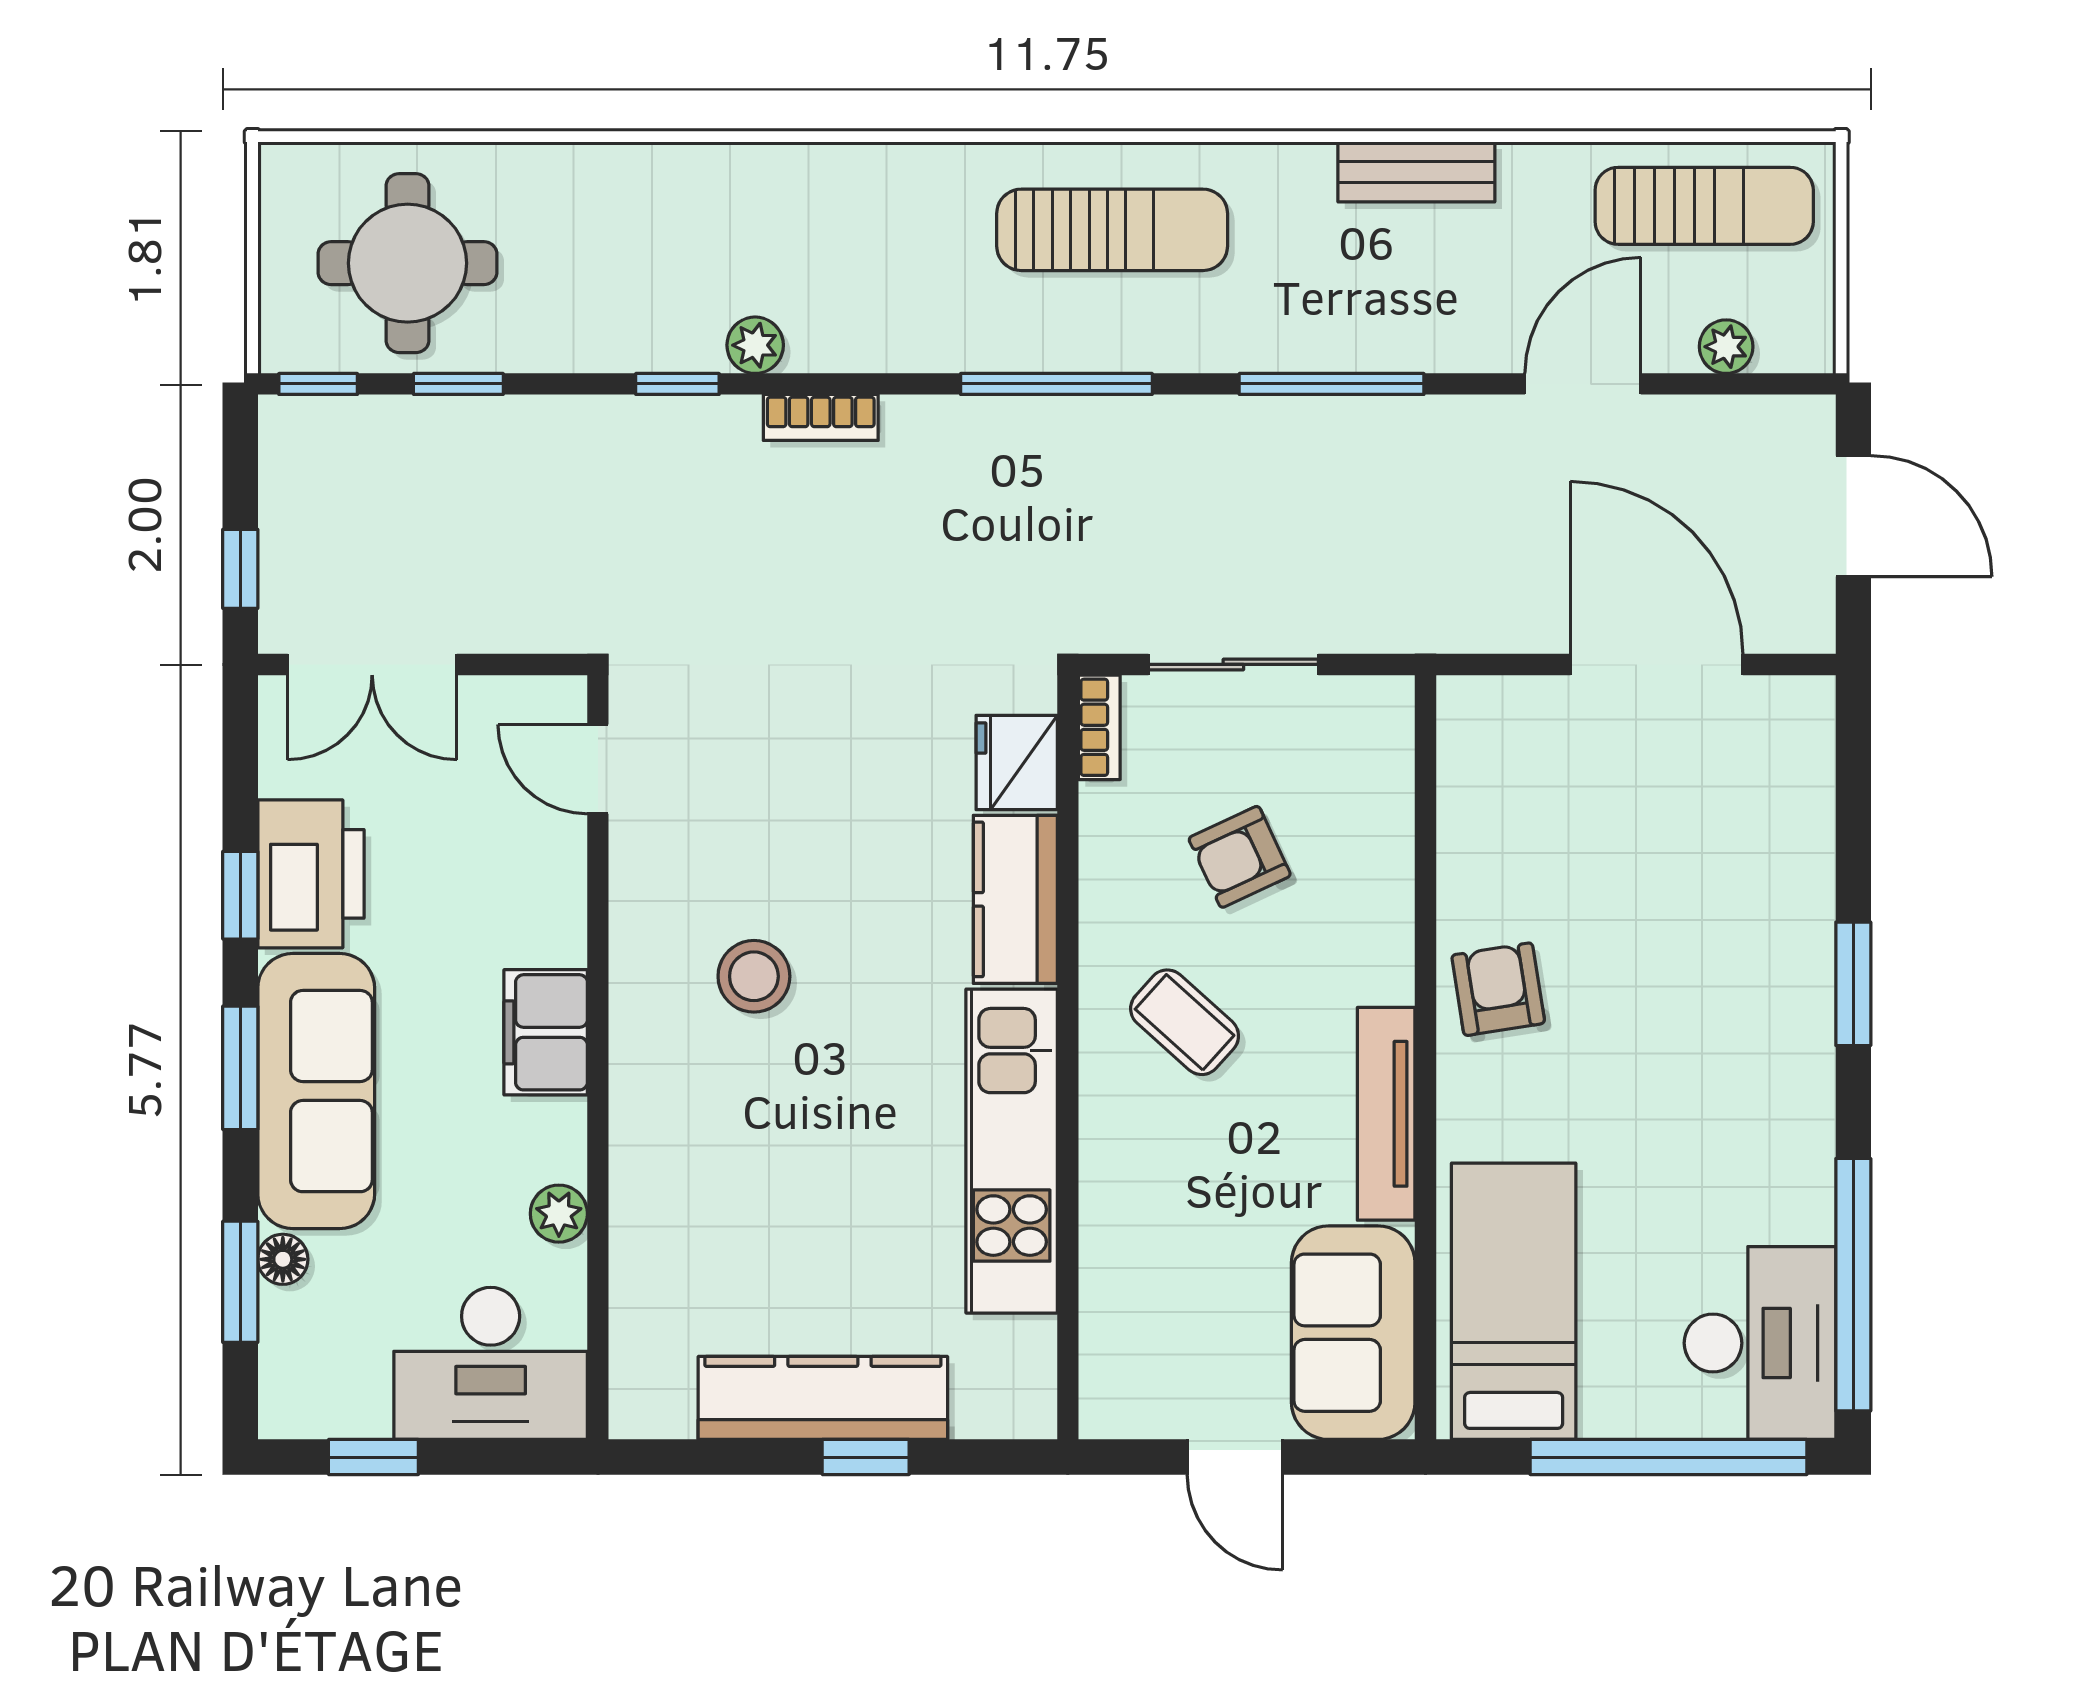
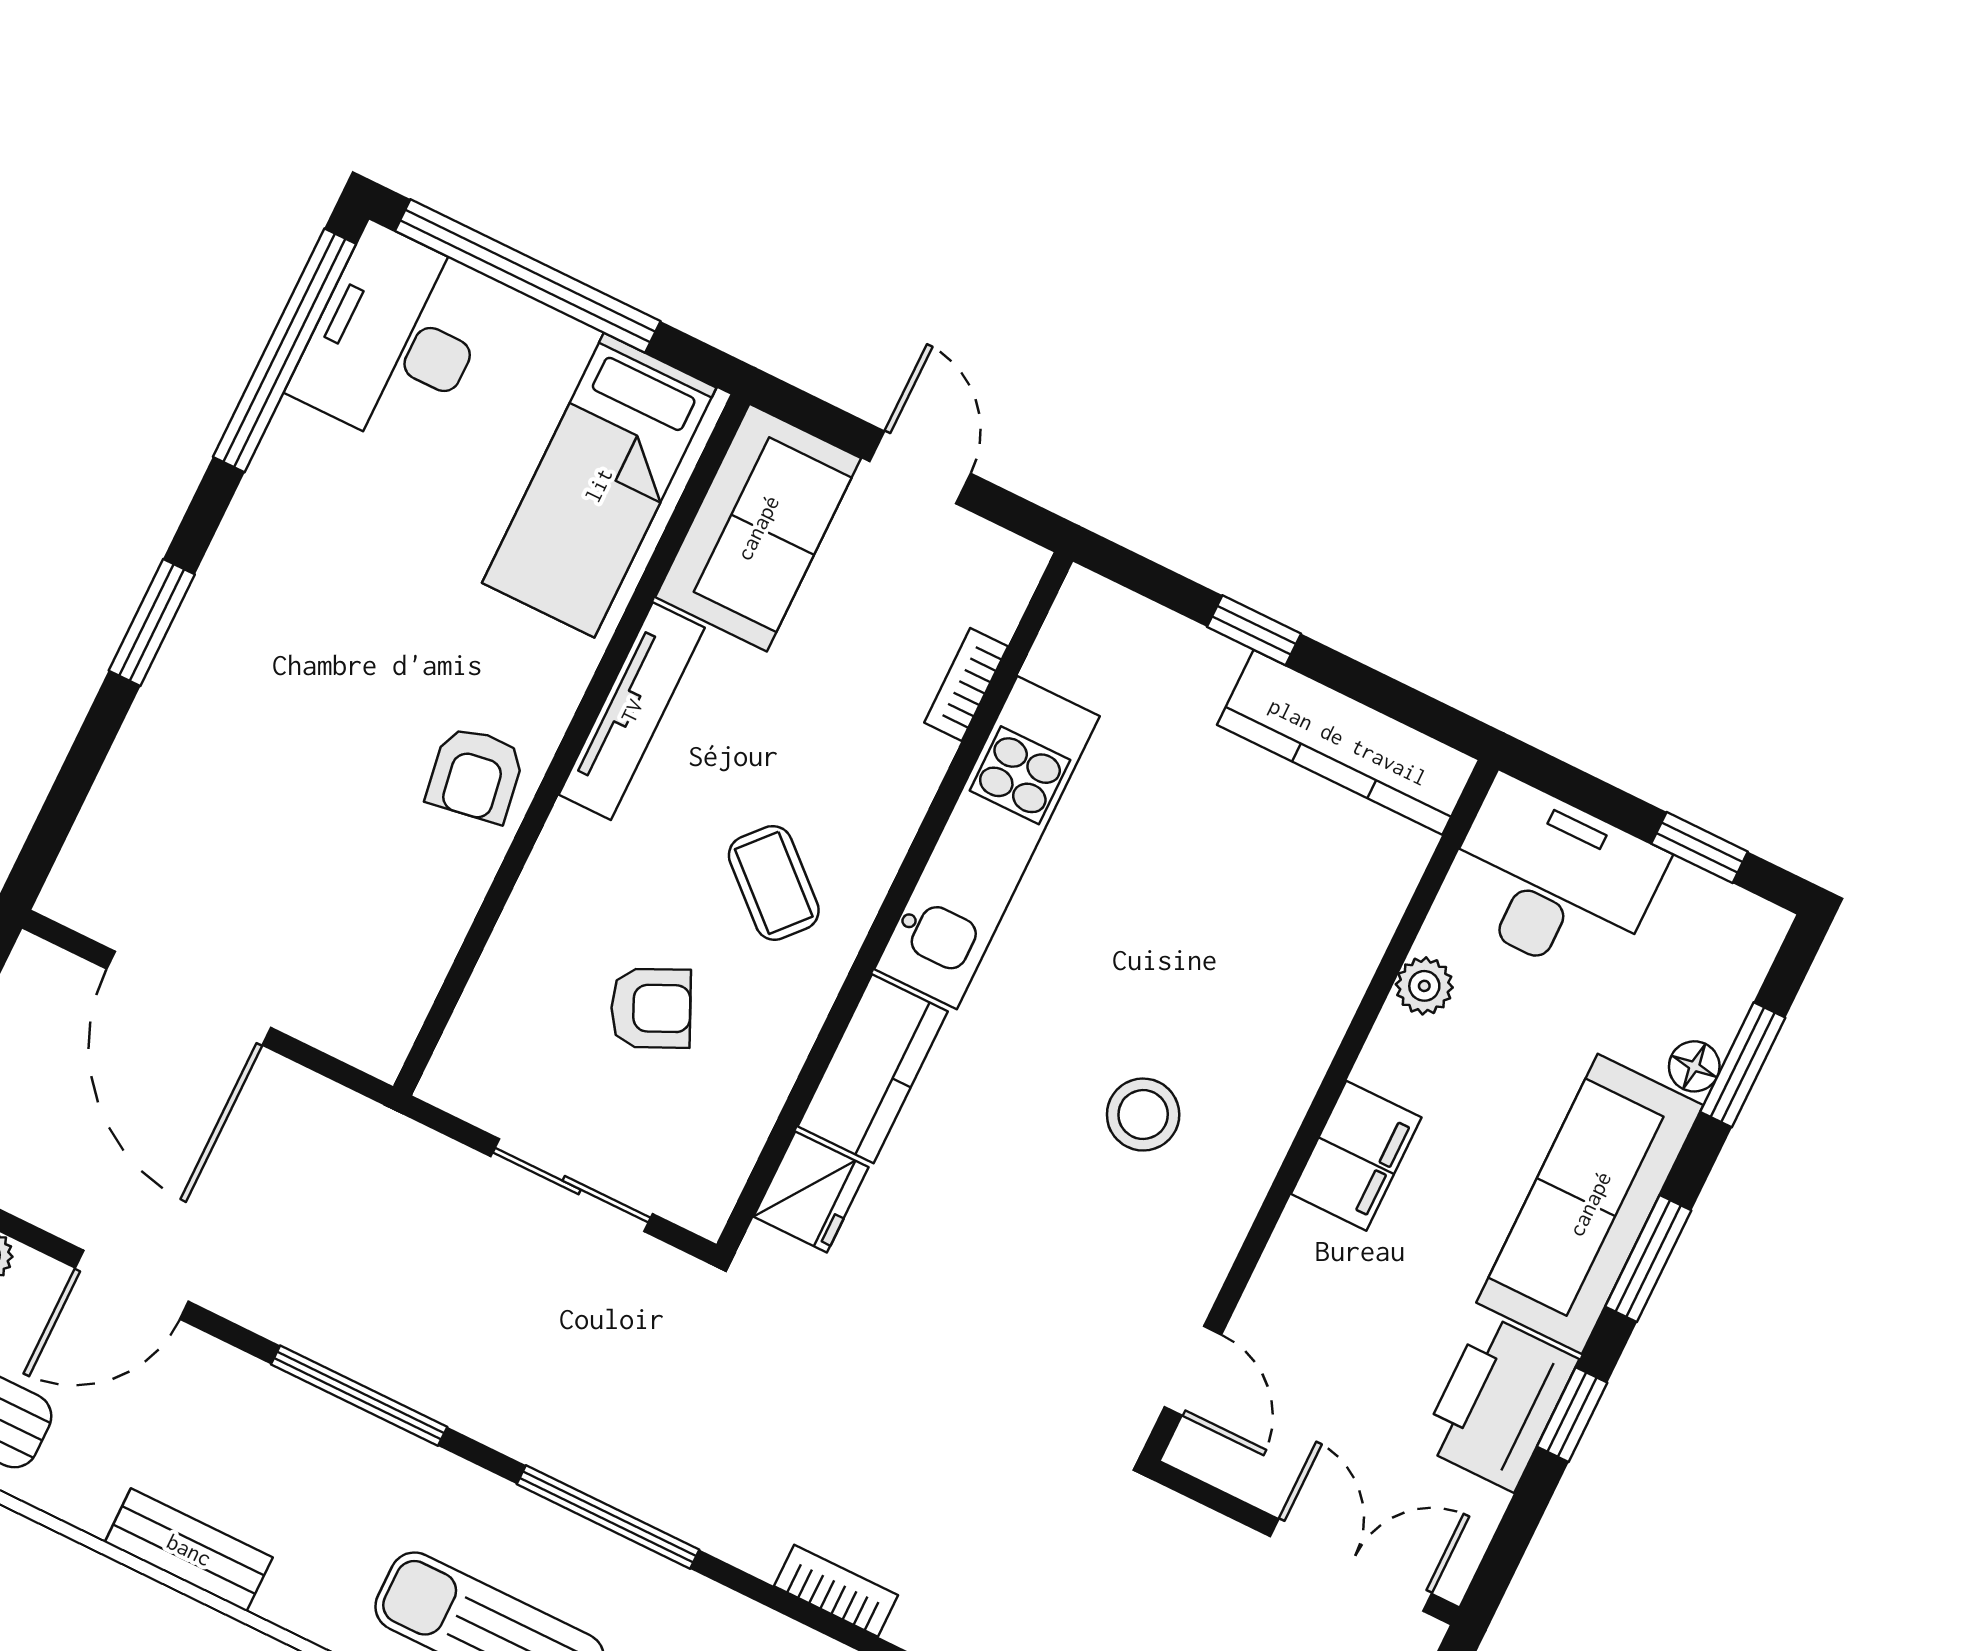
bookcase: (1099, 727) -> (966, 684), moved
kitchen counter: (823, 1398) -> (1348, 742), moved

